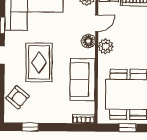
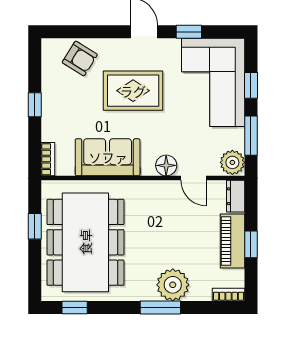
plant: (106, 46) -> (158, 192), removed
armchair: (18, 97) -> (80, 58), turned -98
window: (30, 127) -> (35, 105), moved

